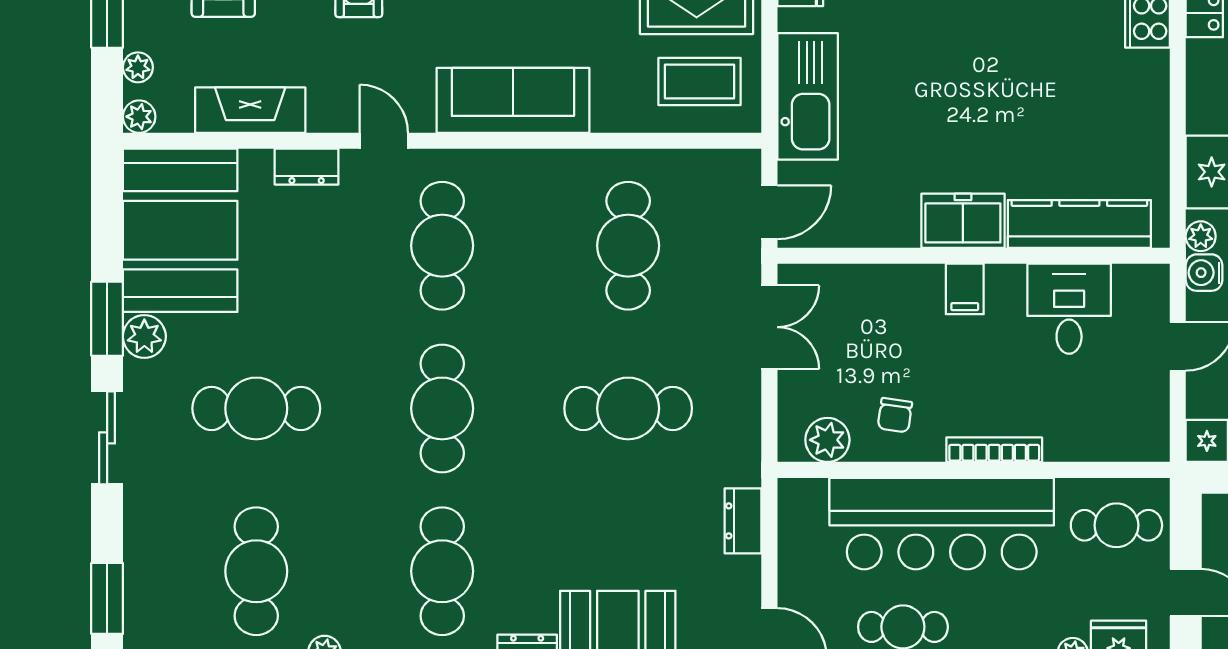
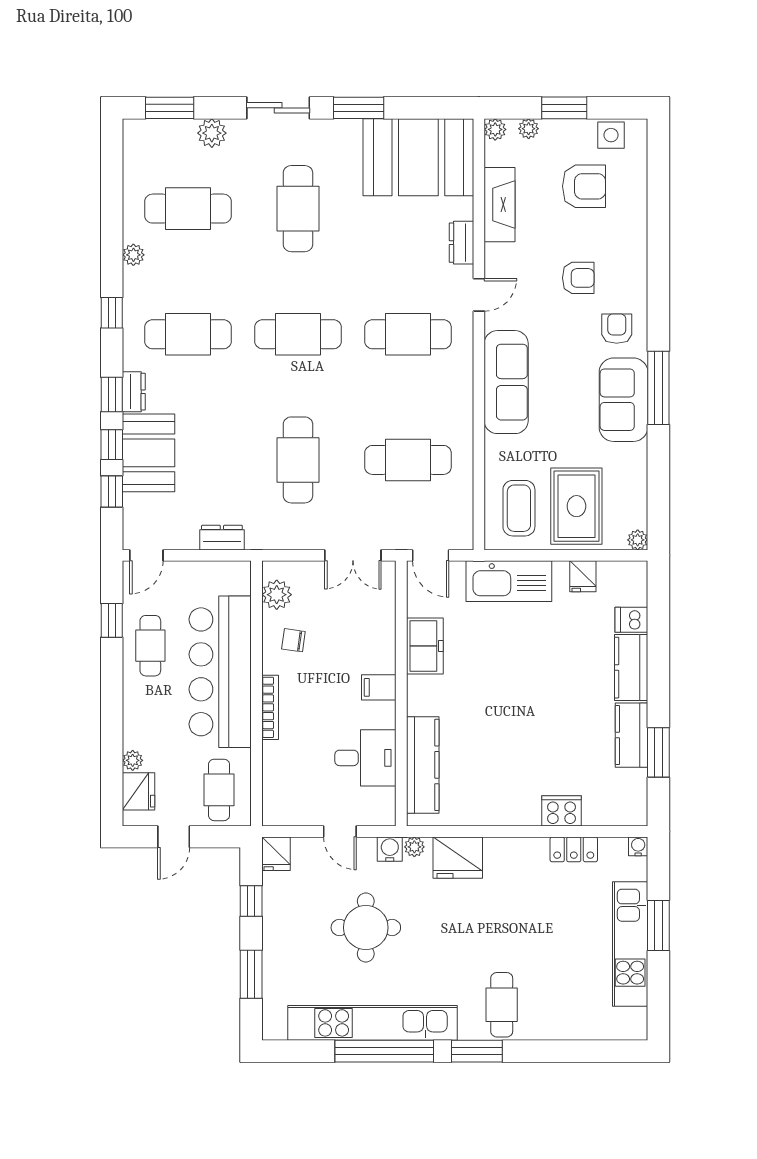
freezer: (963, 221) -> (425, 646), moved
plant: (144, 336) -> (212, 133), moved

